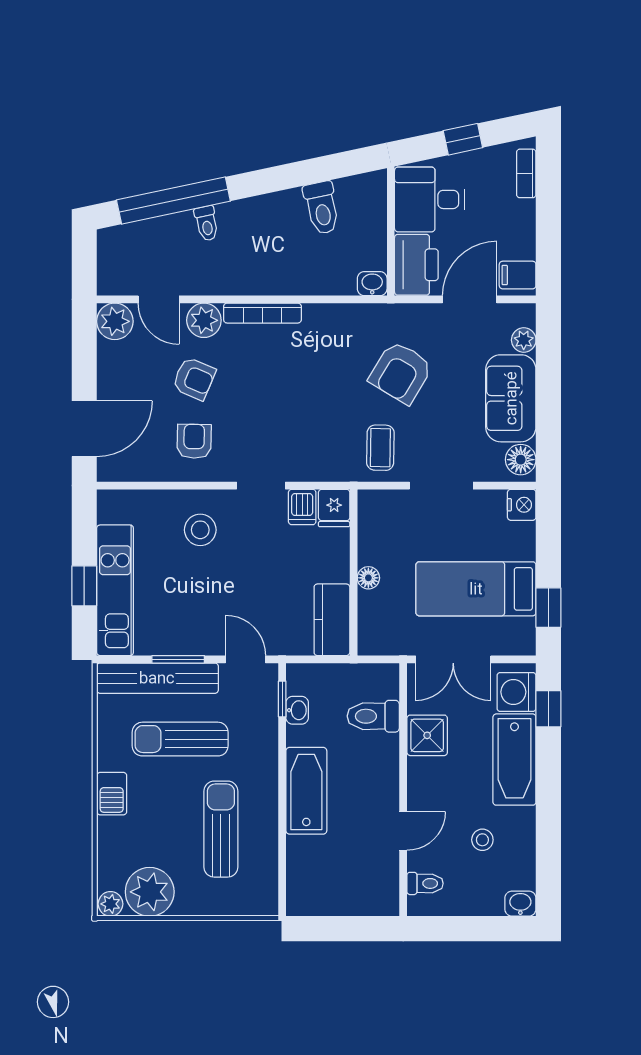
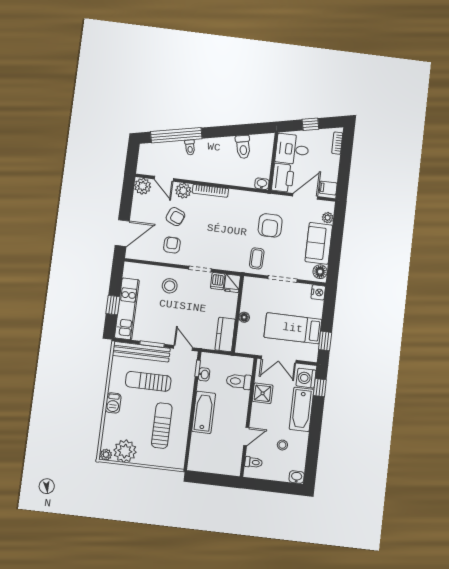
armchair: (401, 372) -> (270, 225), turned -31

